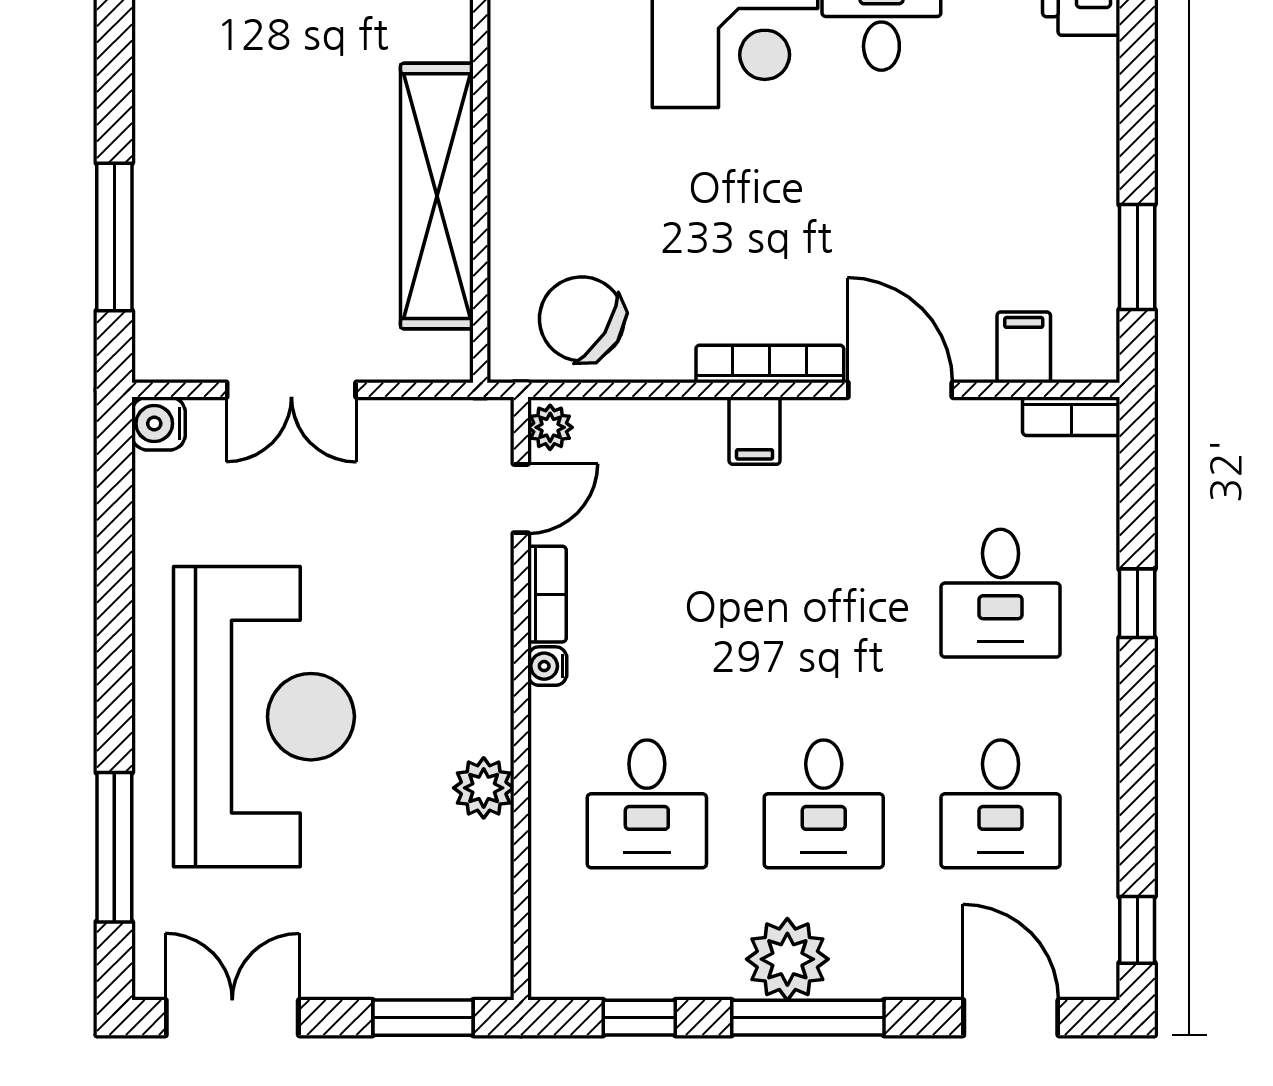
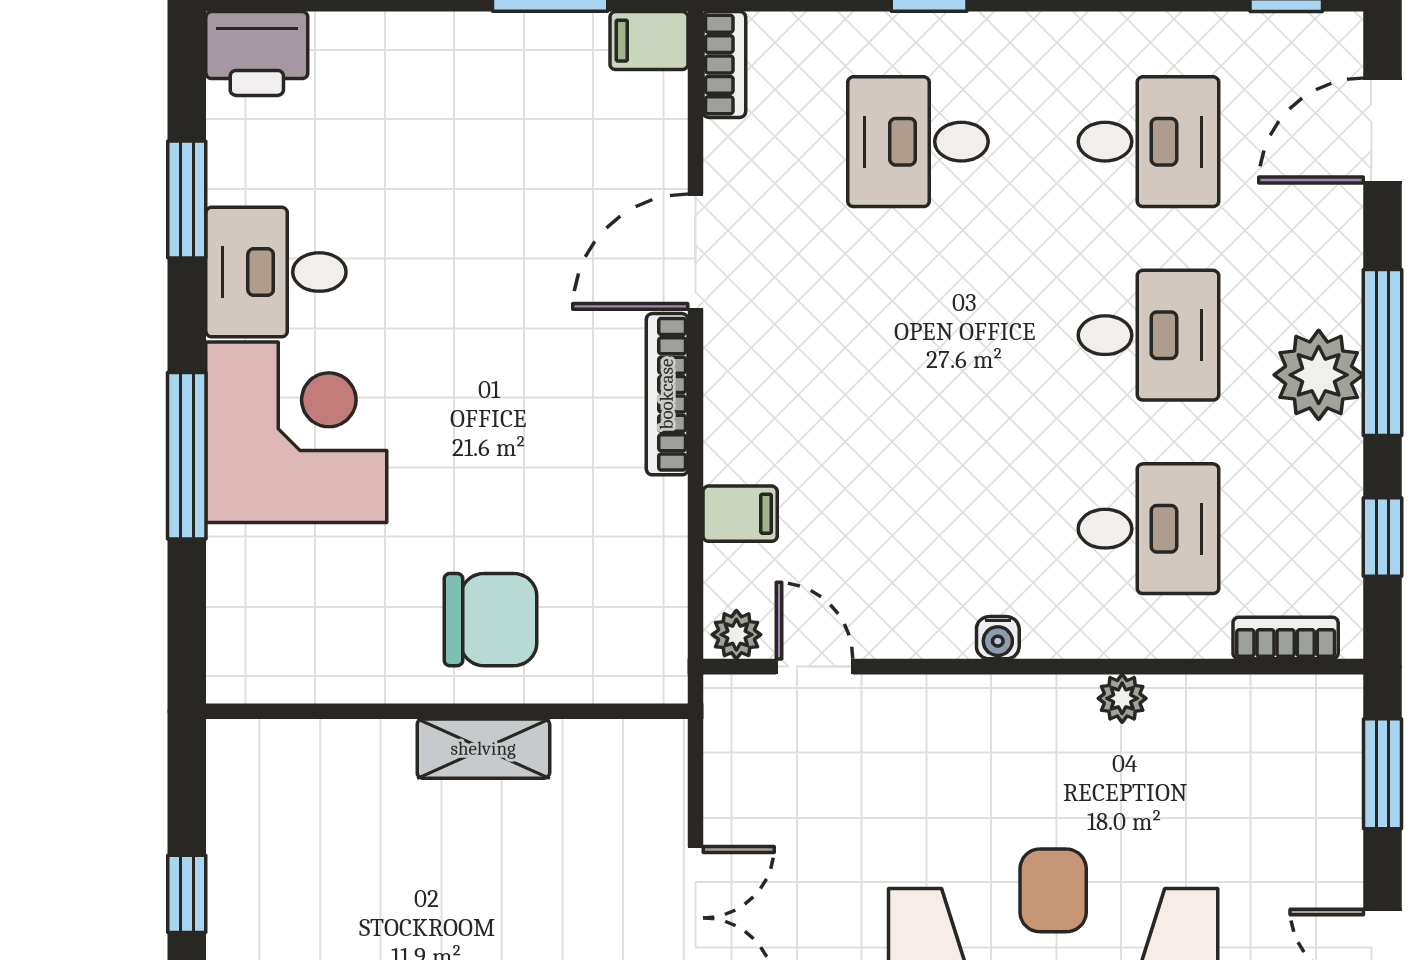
shelving: (437, 196) -> (483, 749), width x0.45, depth x0.75
chair: (582, 319) -> (490, 620), moved, turned -122
filing cabinet: (1024, 347) -> (649, 41), moved
filing cabinet: (755, 431) -> (740, 514), moved
desk: (1001, 593) -> (918, 142), turned 180
bookcase: (547, 594) -> (1286, 638), moved
plant: (484, 788) -> (1122, 698), width x0.73, depth x0.73

